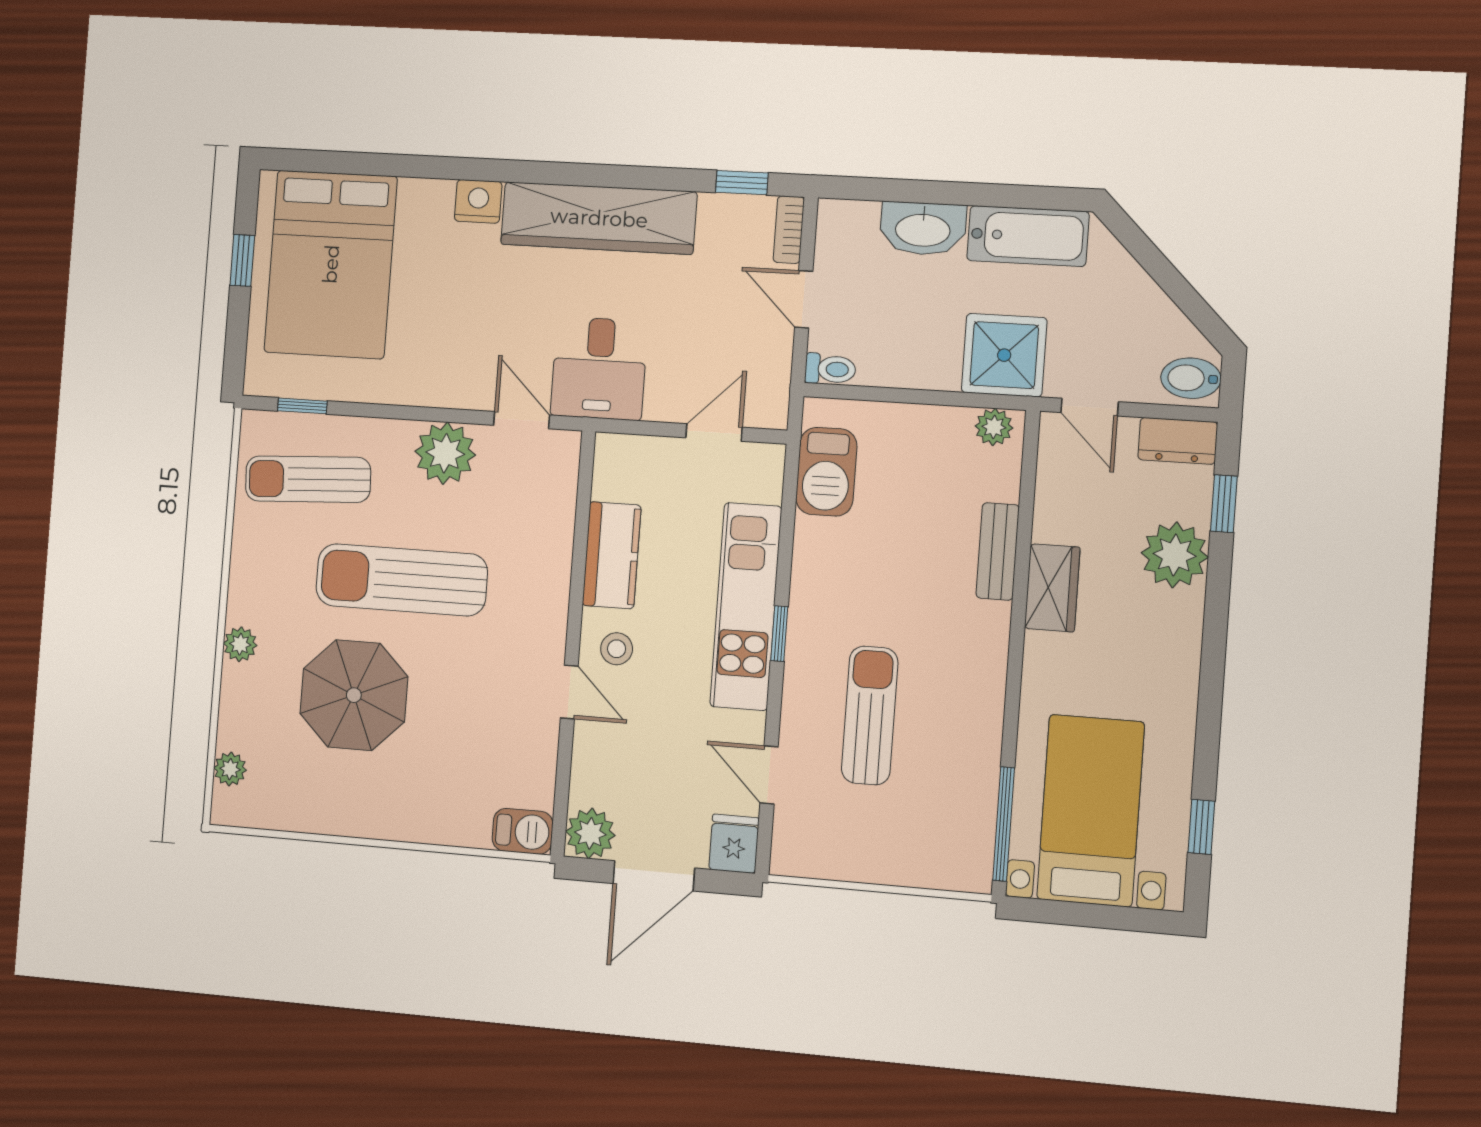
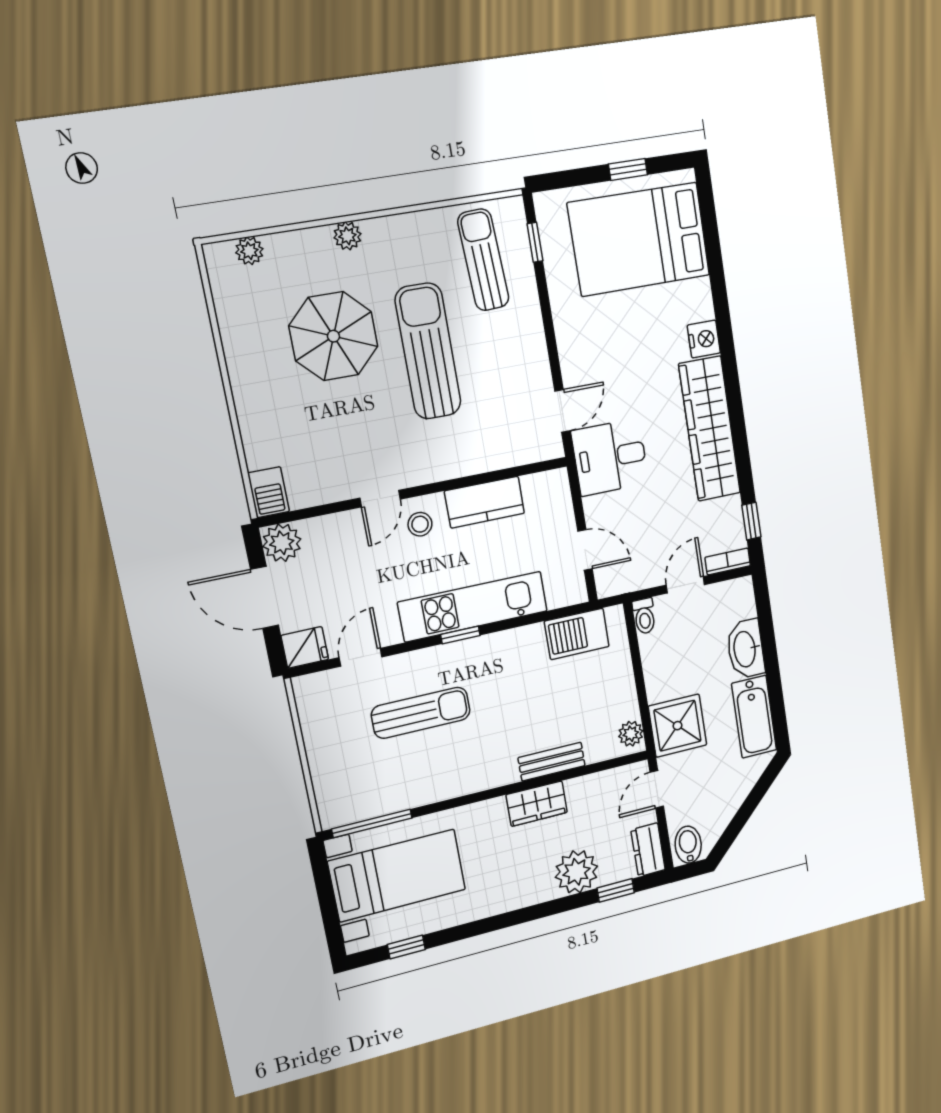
plant: (445, 453) -> (526, 361), removed

